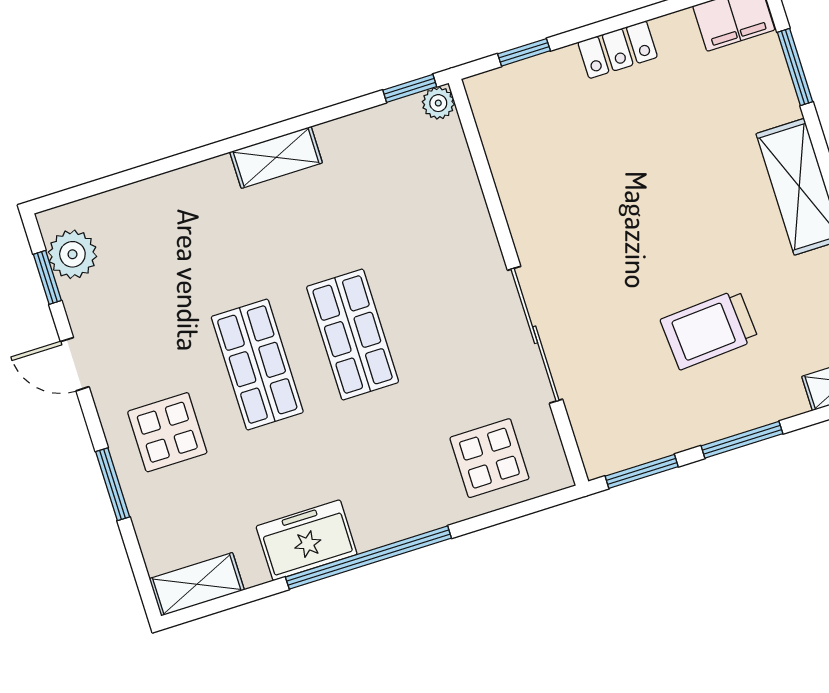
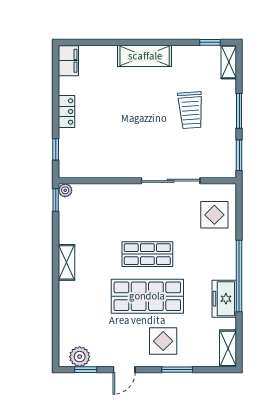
window: (795, 67) -> (96, 42), removed
shop shelf: (257, 365) -> (147, 296), width x1.43, depth x1.36

